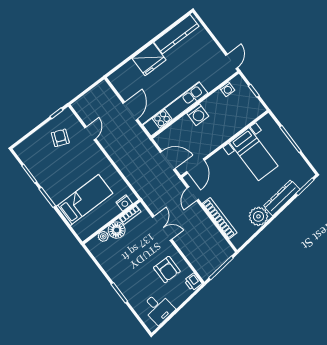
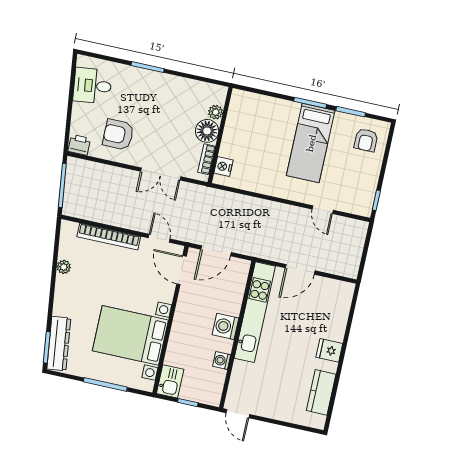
kitchen counter: (176, 34) -> (321, 392), width x0.67
fridge: (149, 59) -> (329, 350), width x0.53, depth x0.75
washing machine: (227, 89) -> (222, 360), moved
door: (130, 111) -> (300, 269), hinge flipped
kitchen sink: (254, 111) -> (170, 381), added
armchair: (60, 138) -> (366, 140), moved, turned 68
bed with nightstands: (254, 154) -> (130, 335), width x1.36
dresser: (282, 198) -> (59, 344), moved
bed: (84, 200) -> (311, 143), moved
plant: (258, 216) -> (64, 267), width x0.53, depth x0.53

